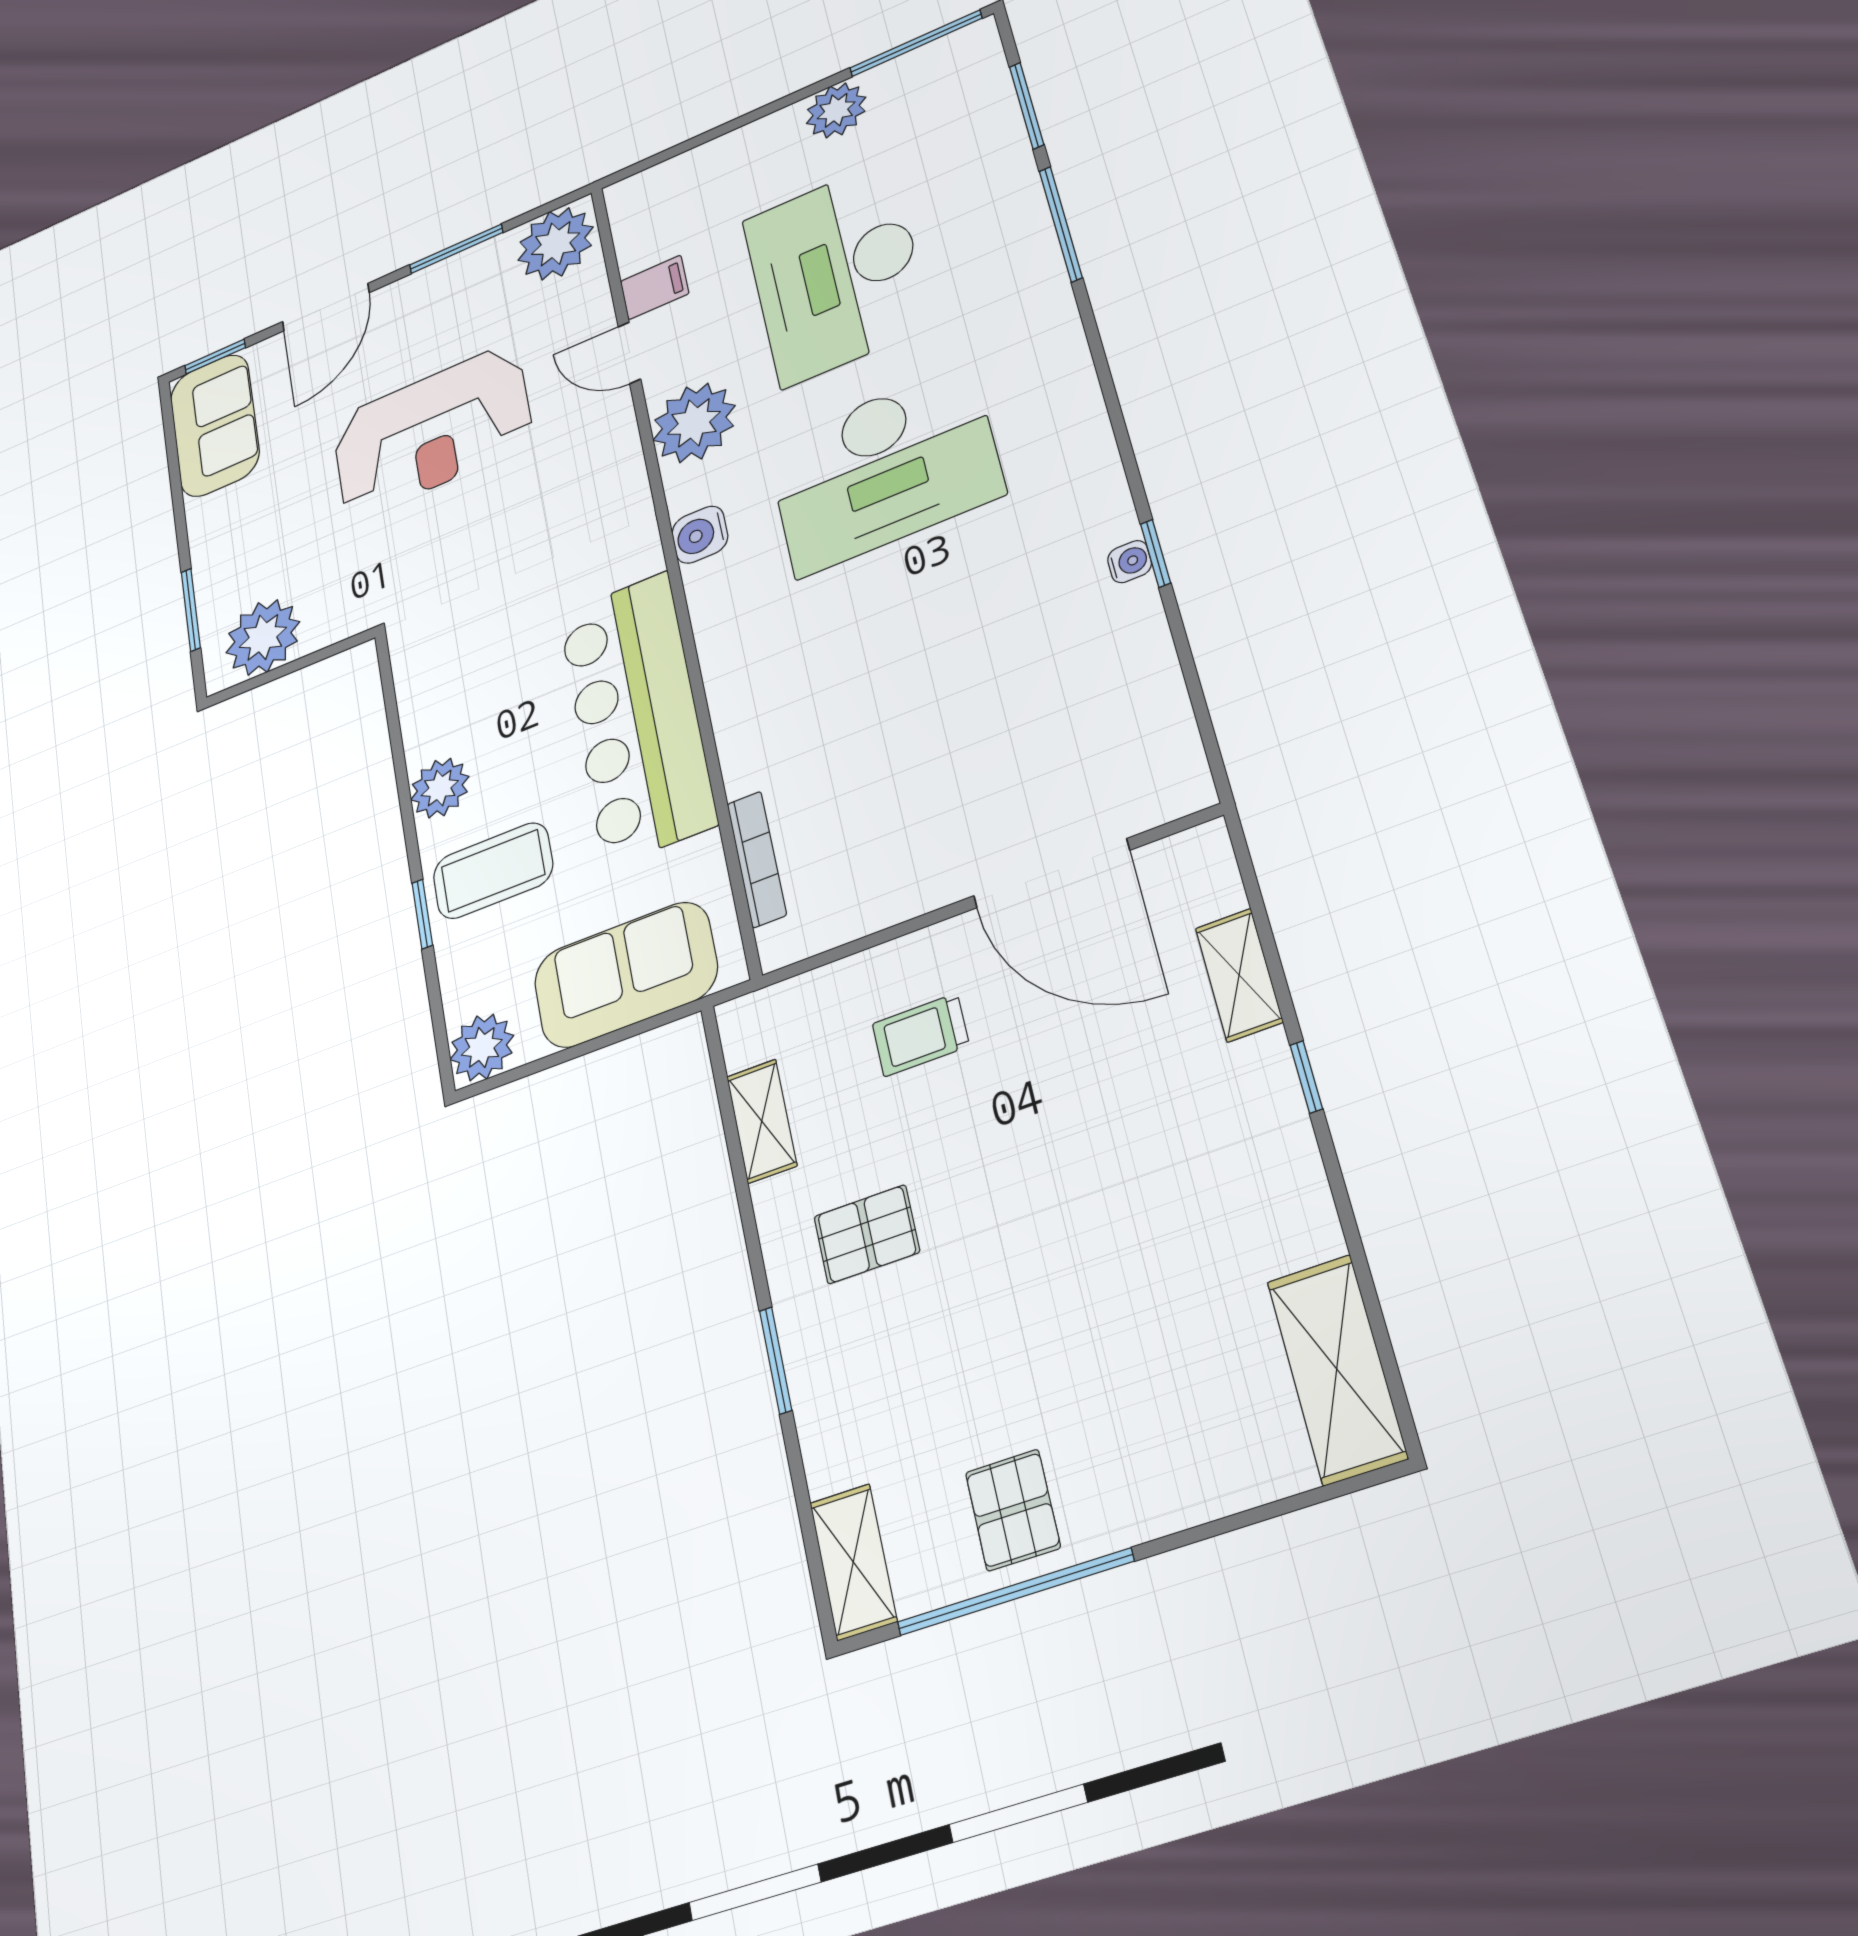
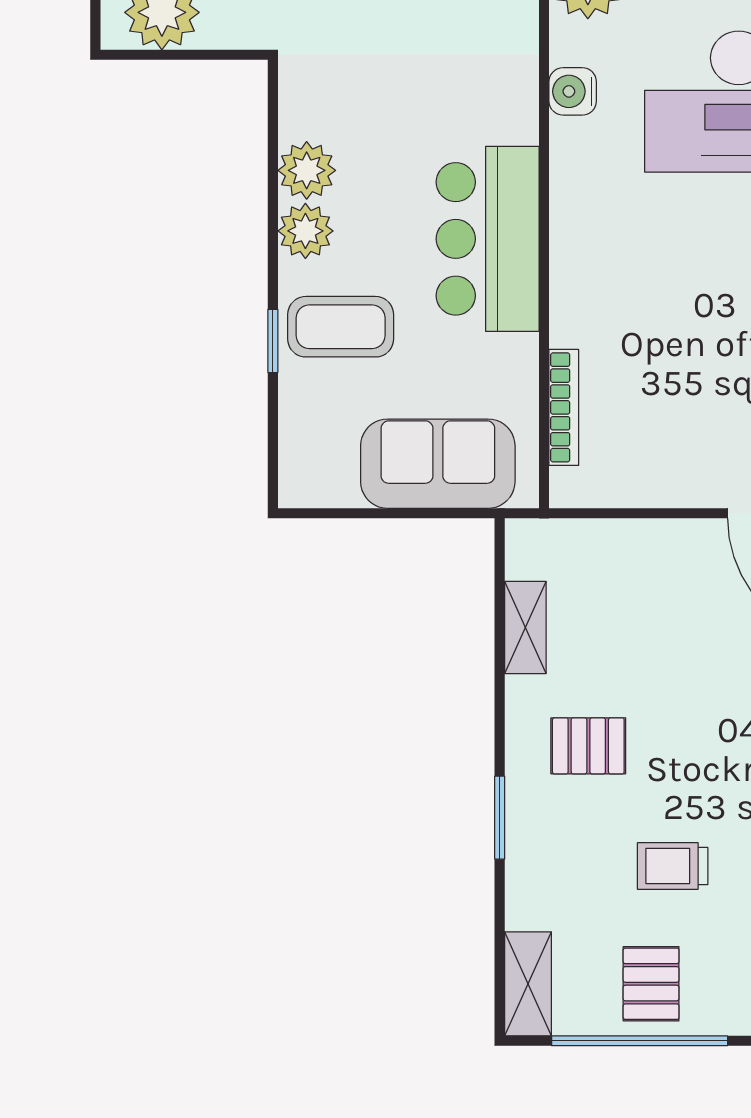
bar counter: (637, 717) -> (488, 239), width x0.73
trolley: (921, 1035) -> (673, 866), moved
plant: (482, 1047) -> (307, 170), moved

